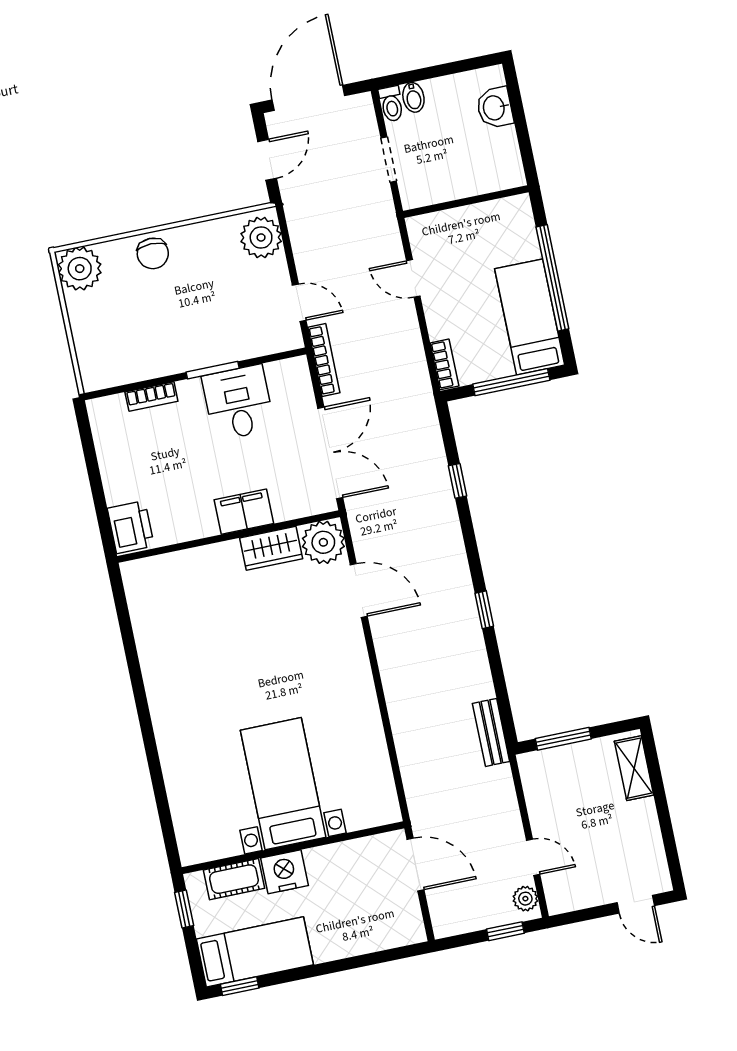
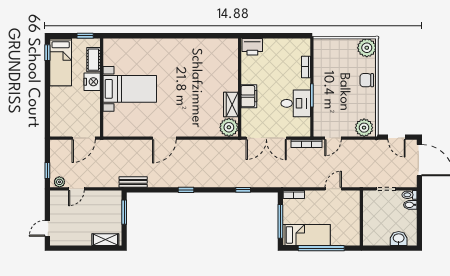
door: (359, 590) -> (164, 138), moved

